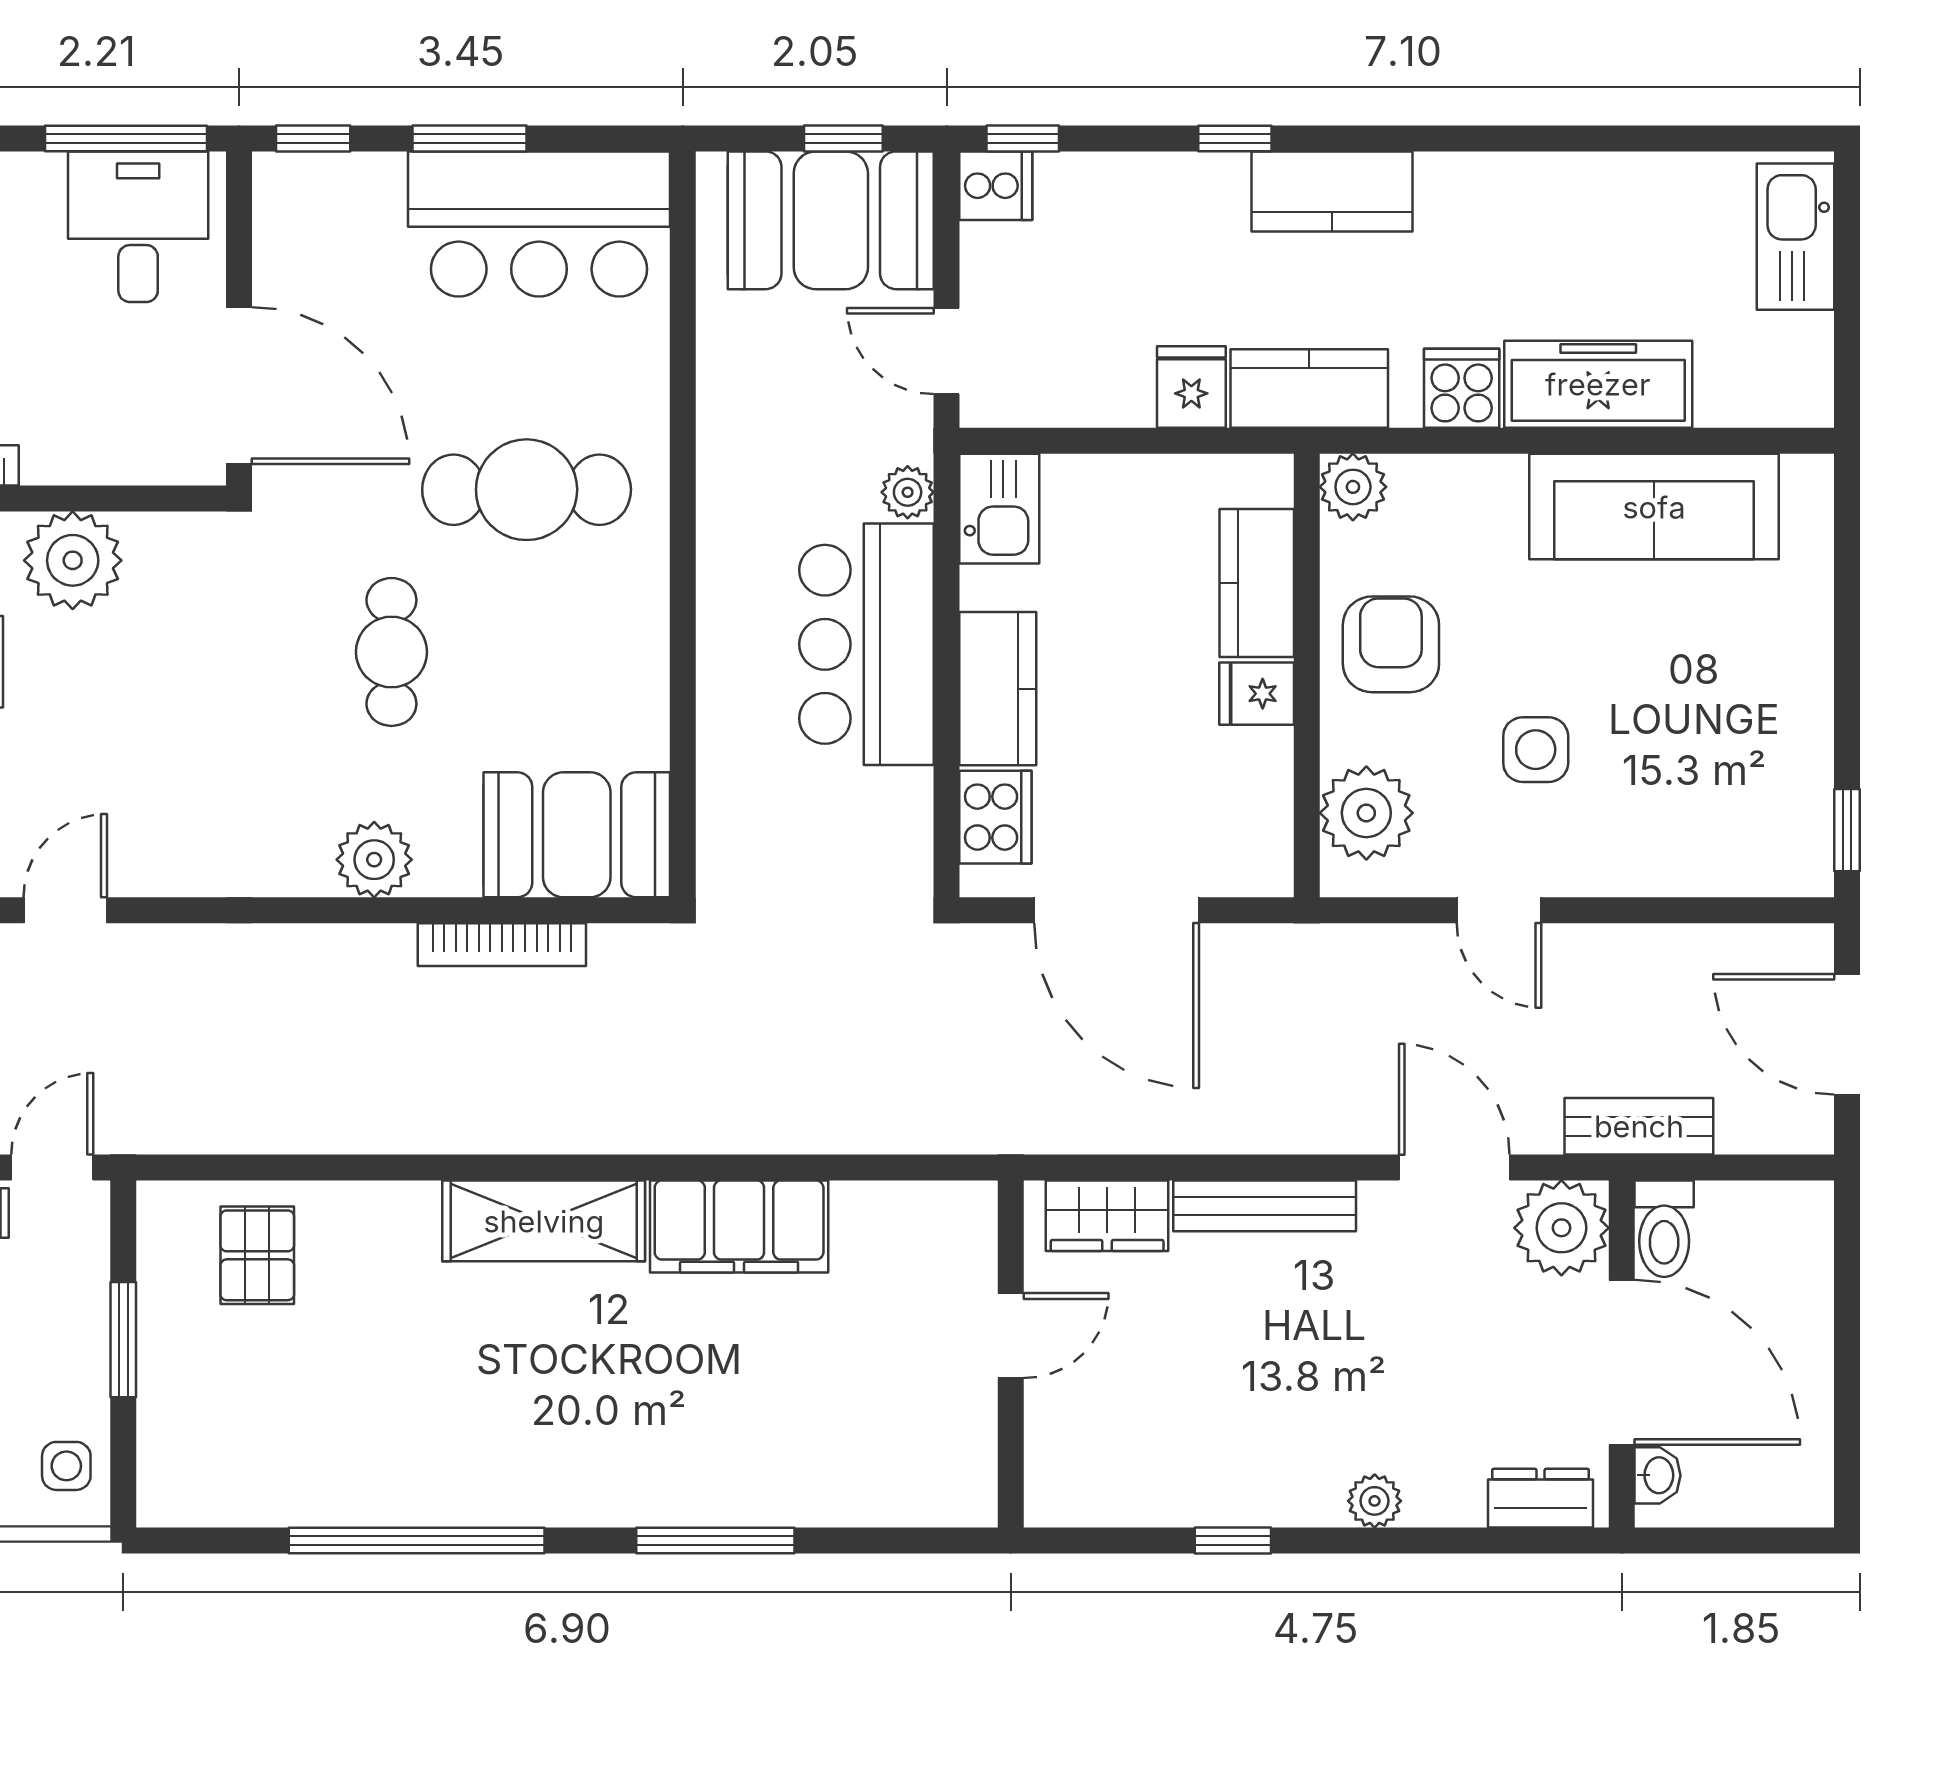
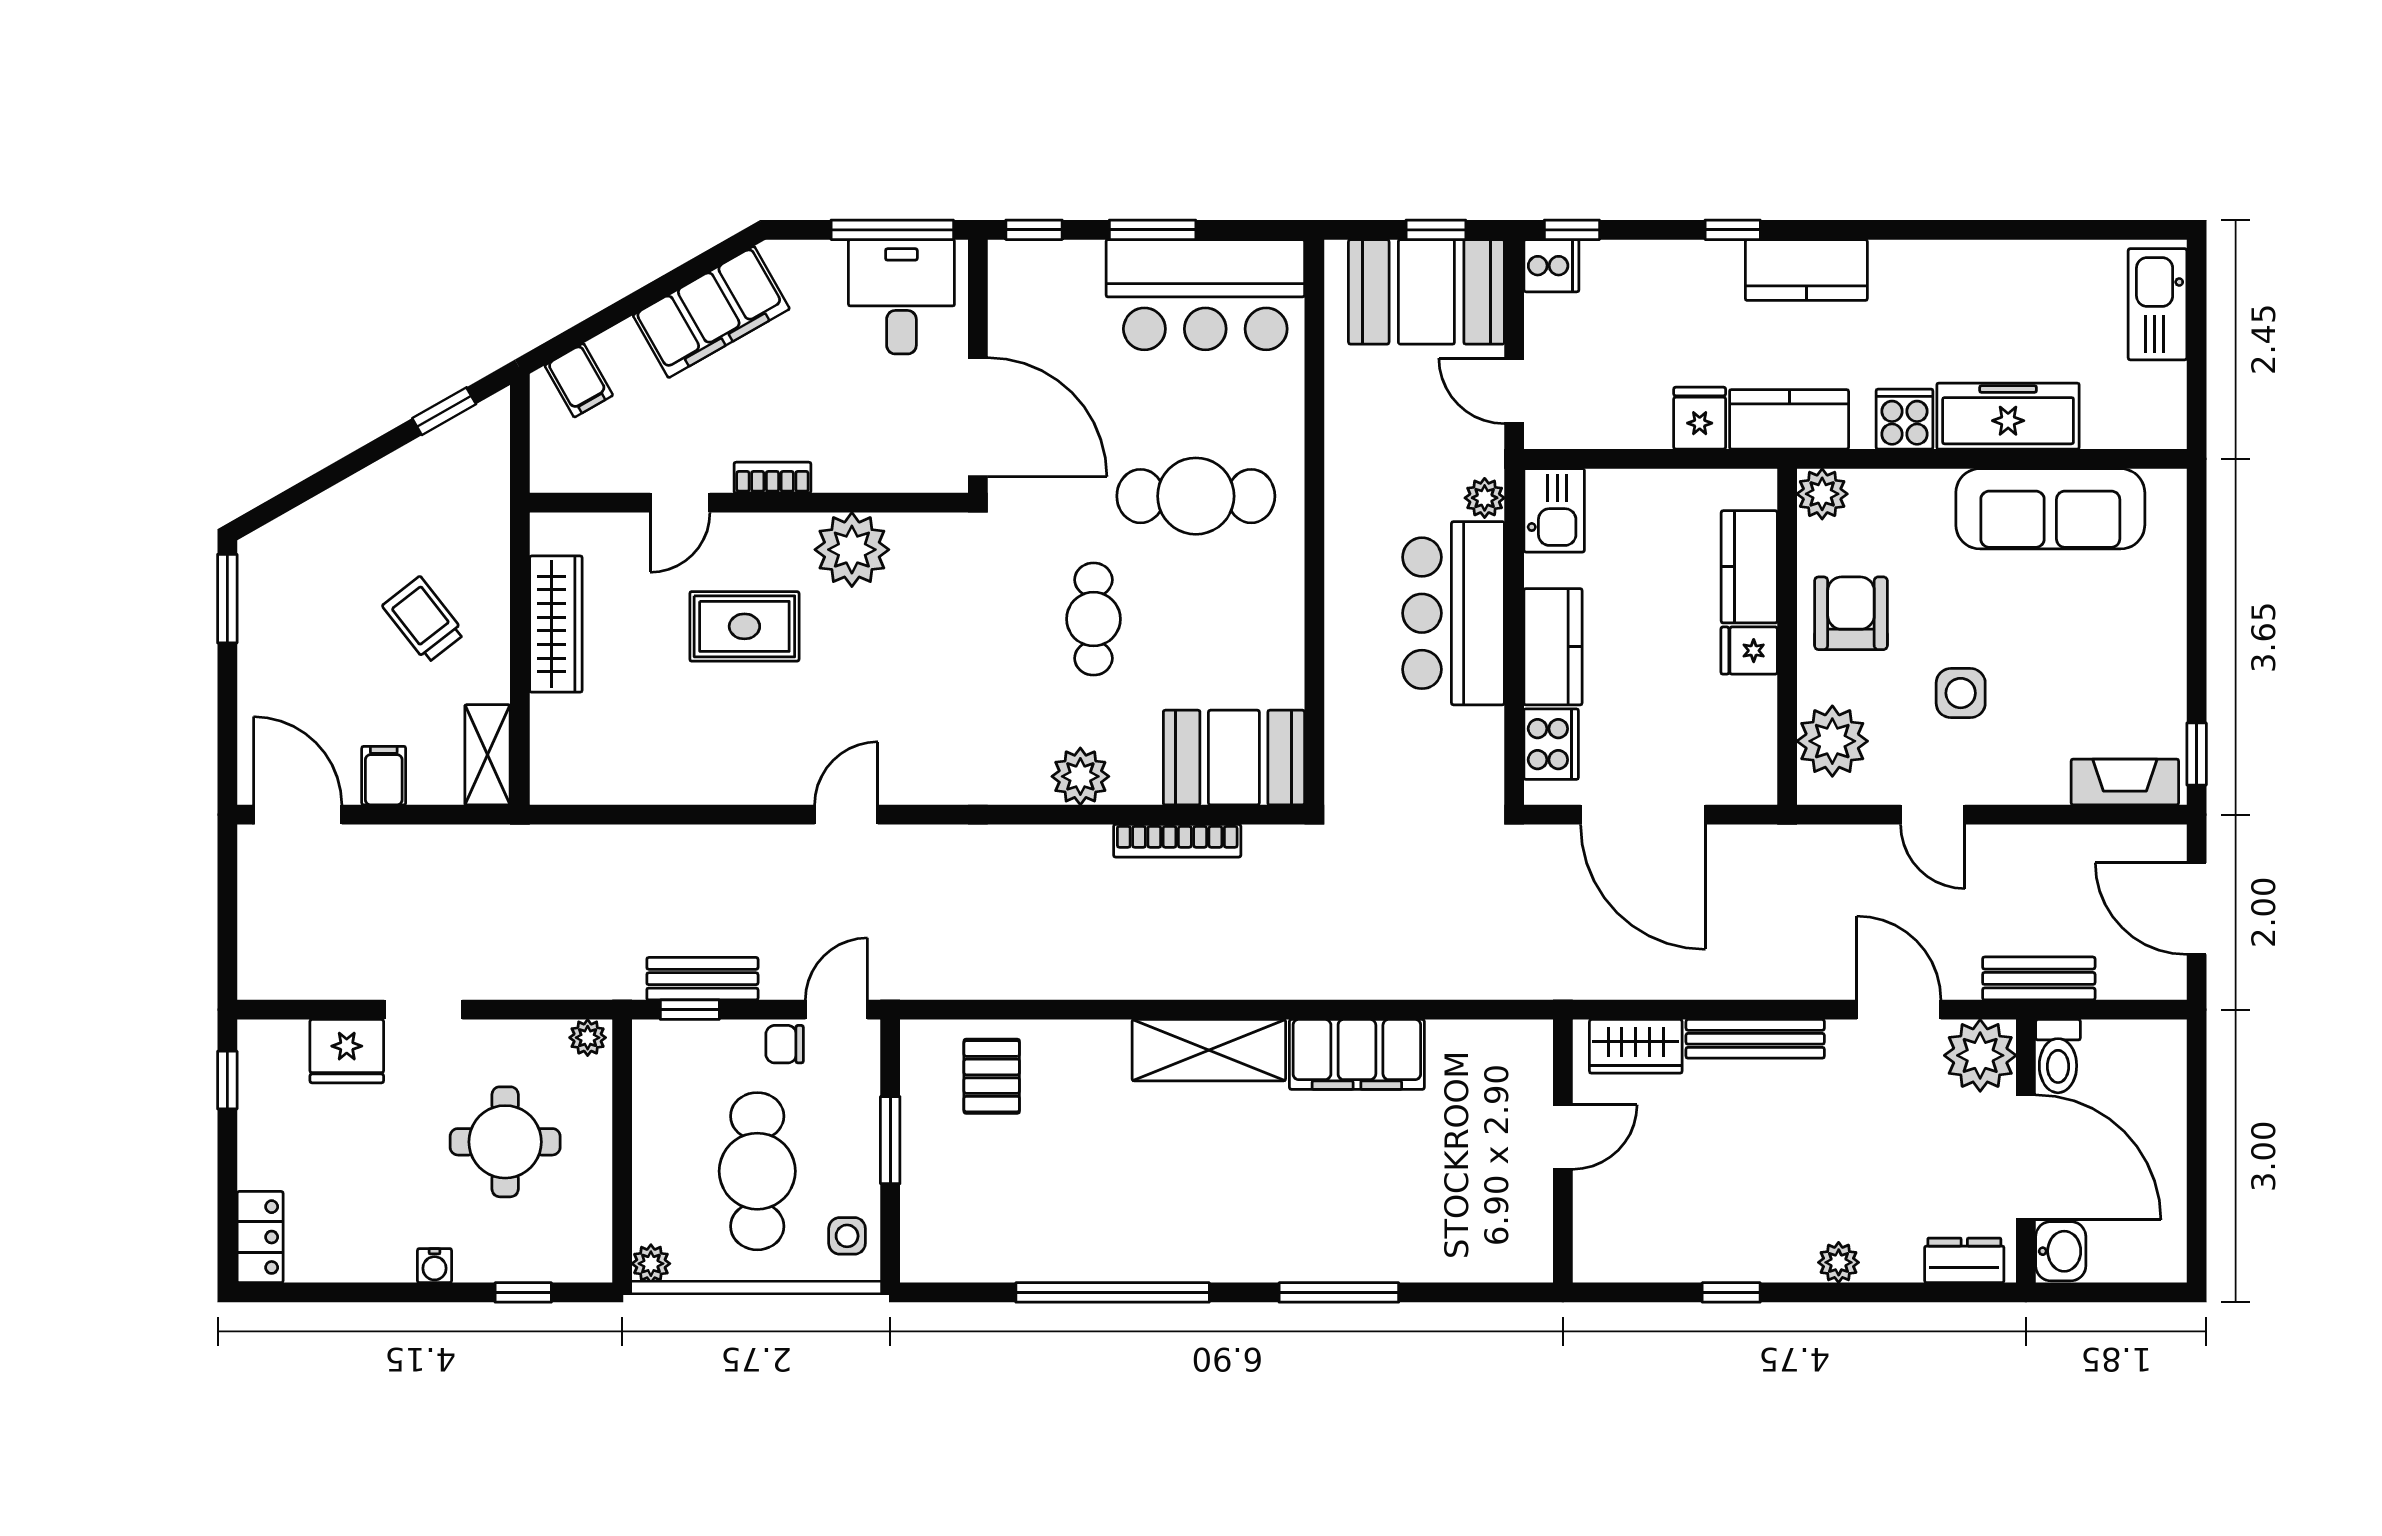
fireplace: (1752, 867) -> (2125, 782), added
washbasin: (1658, 1475) -> (2061, 1251), width x1.38, depth x1.45

